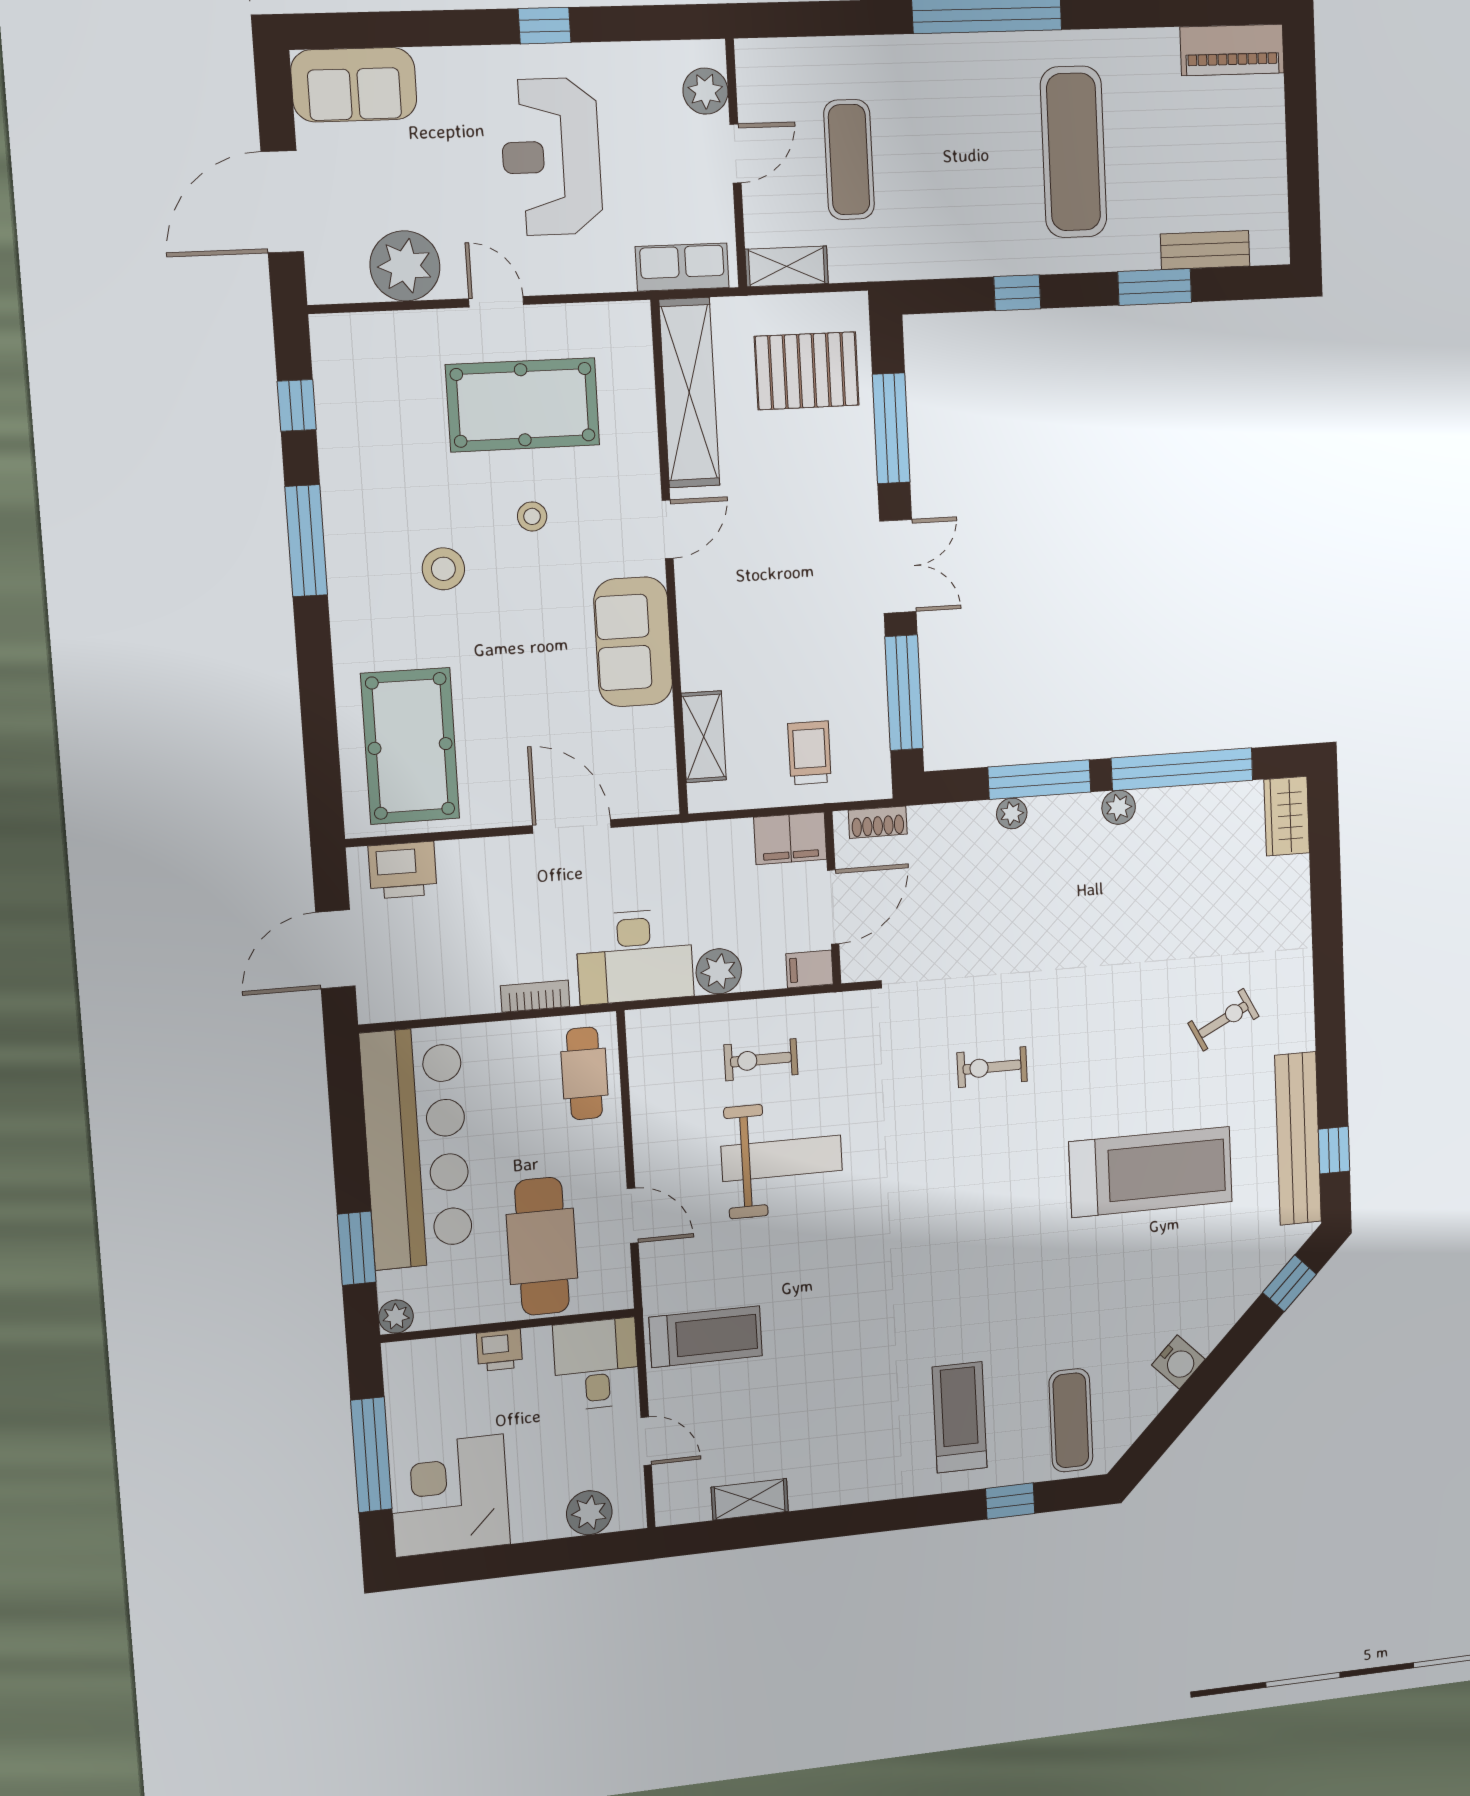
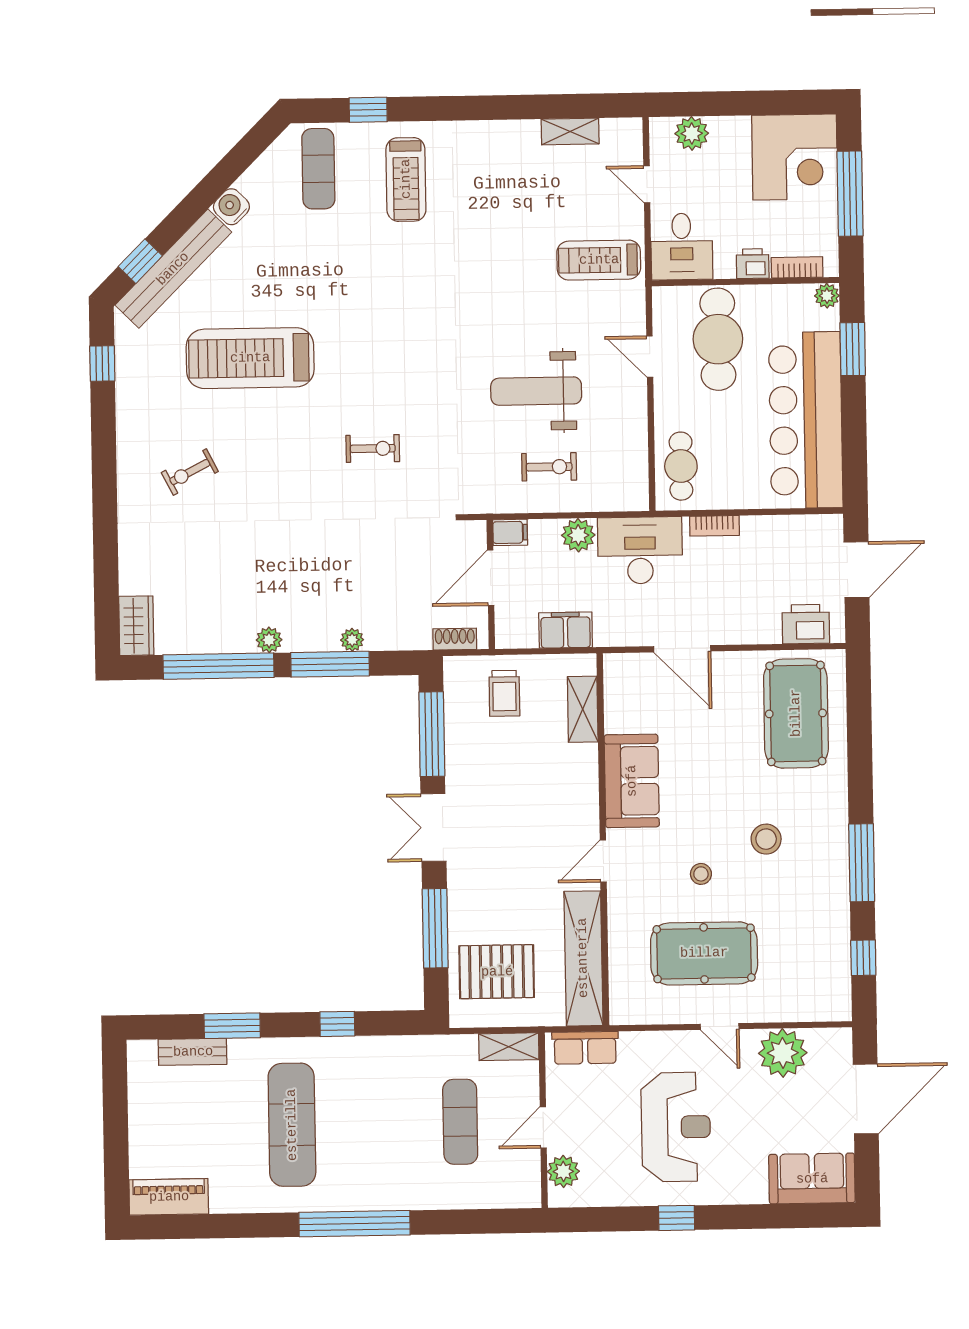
filing cabinet: (790, 838) -> (566, 630), moved
bench: (1298, 1139) -> (173, 269), moved, turned 45
bookcase: (439, 1351) -> (797, 267), added

